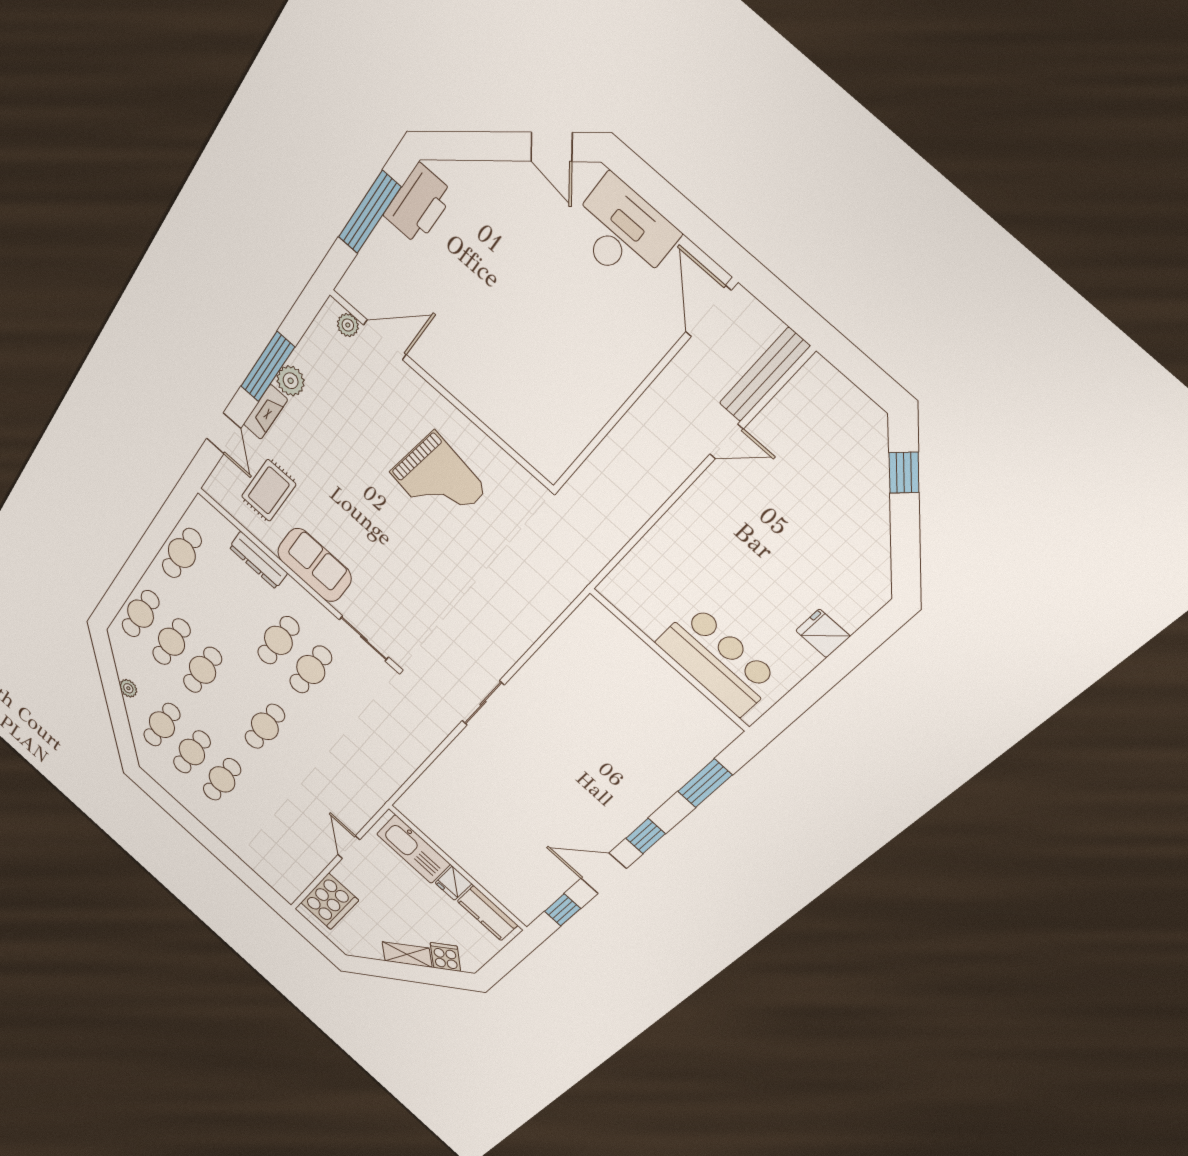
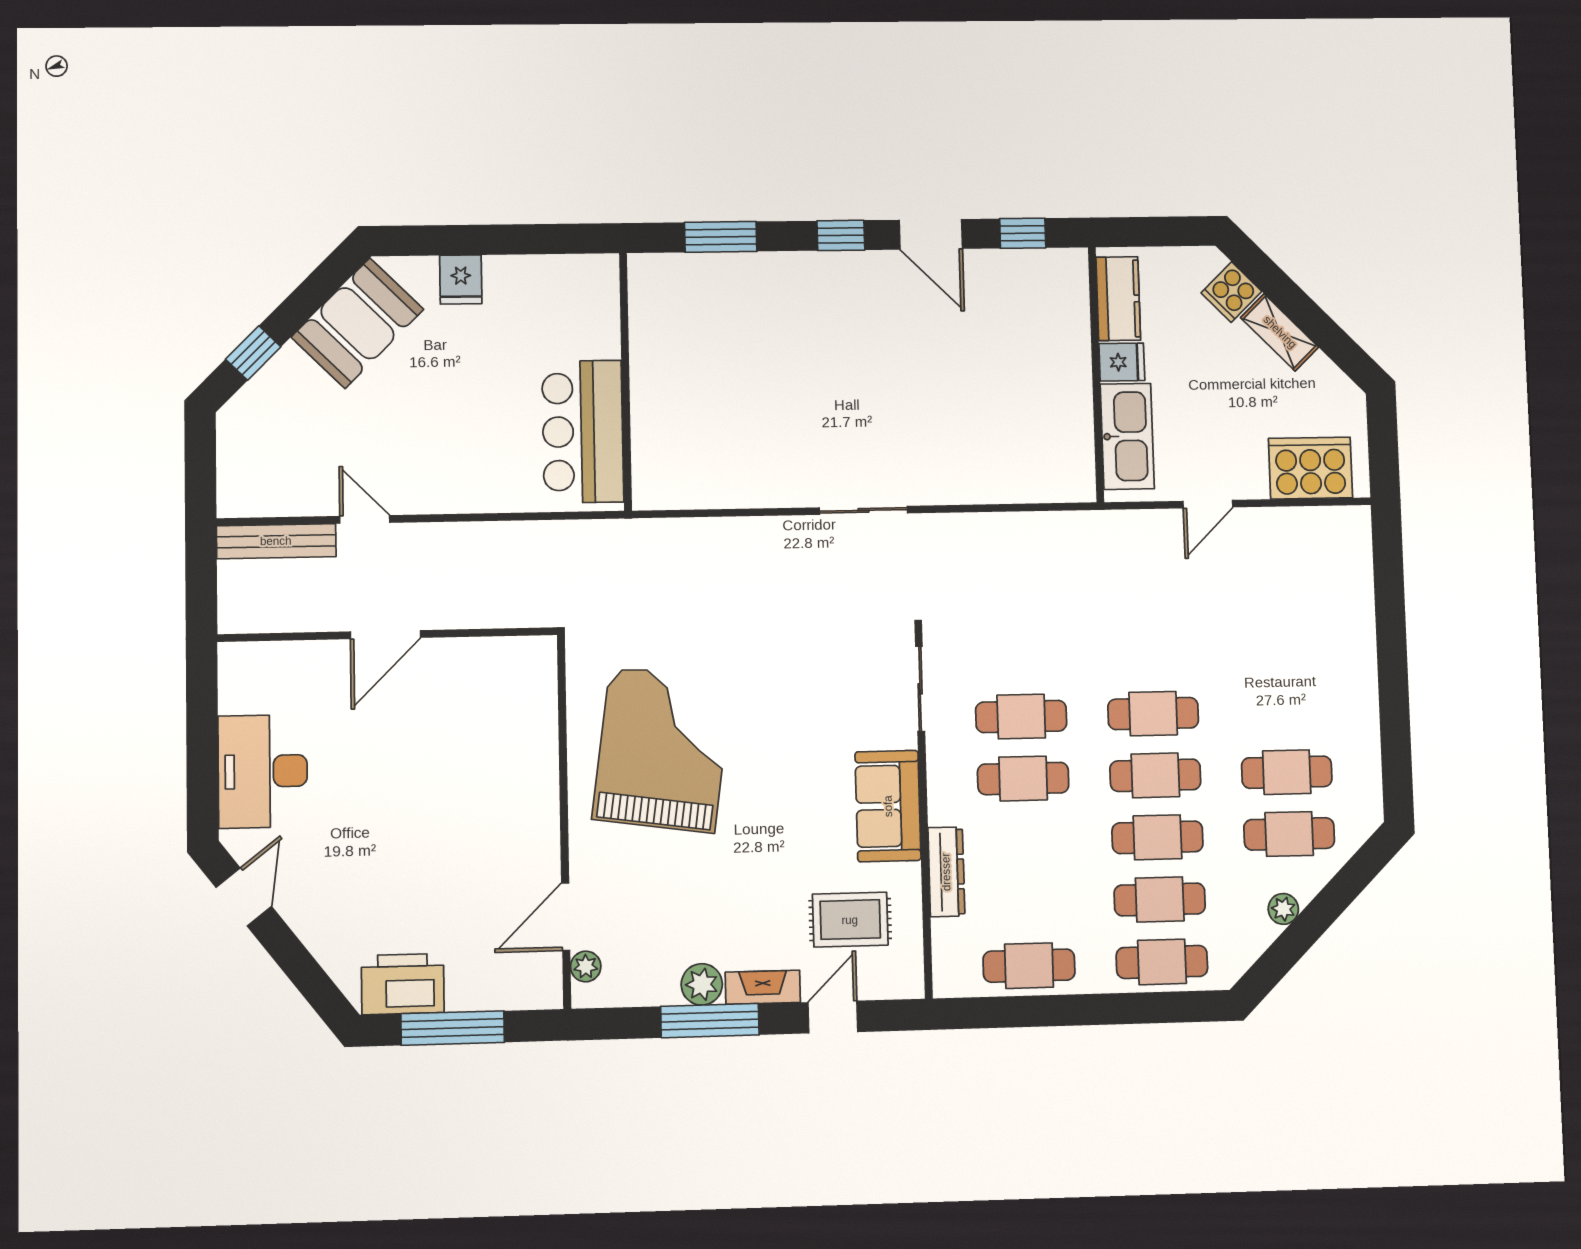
door: (708, 311) -> (386, 635), moved
door: (385, 340) -> (566, 917), hinge flipped
grand piano: (438, 481) -> (662, 749), width x1.37, depth x1.48
booth: (857, 552) -> (357, 323), added
bar counter: (717, 661) -> (583, 432), moved
cafe table: (222, 779) -> (1155, 775), moved

